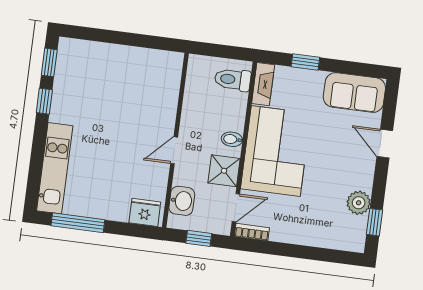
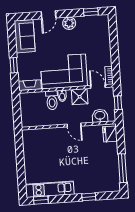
toilet: (233, 80) -> (52, 100), moved
window: (44, 101) -> (89, 197), moved
kitchen unit: (55, 168) -> (50, 189), moved
plant: (359, 203) -> (69, 23), moved

